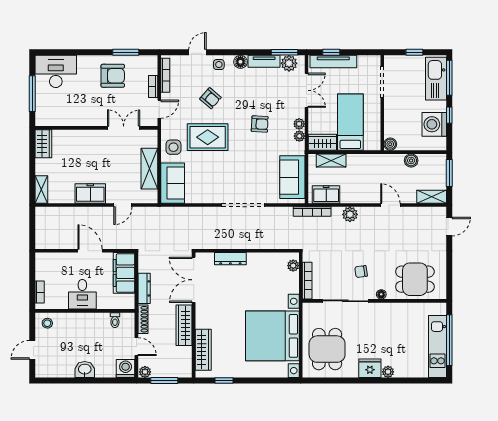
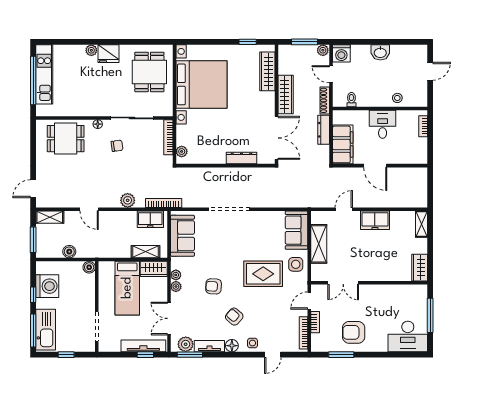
armchair: (210, 98) -> (234, 317), moved
stool: (47, 323) -> (397, 98), moved

